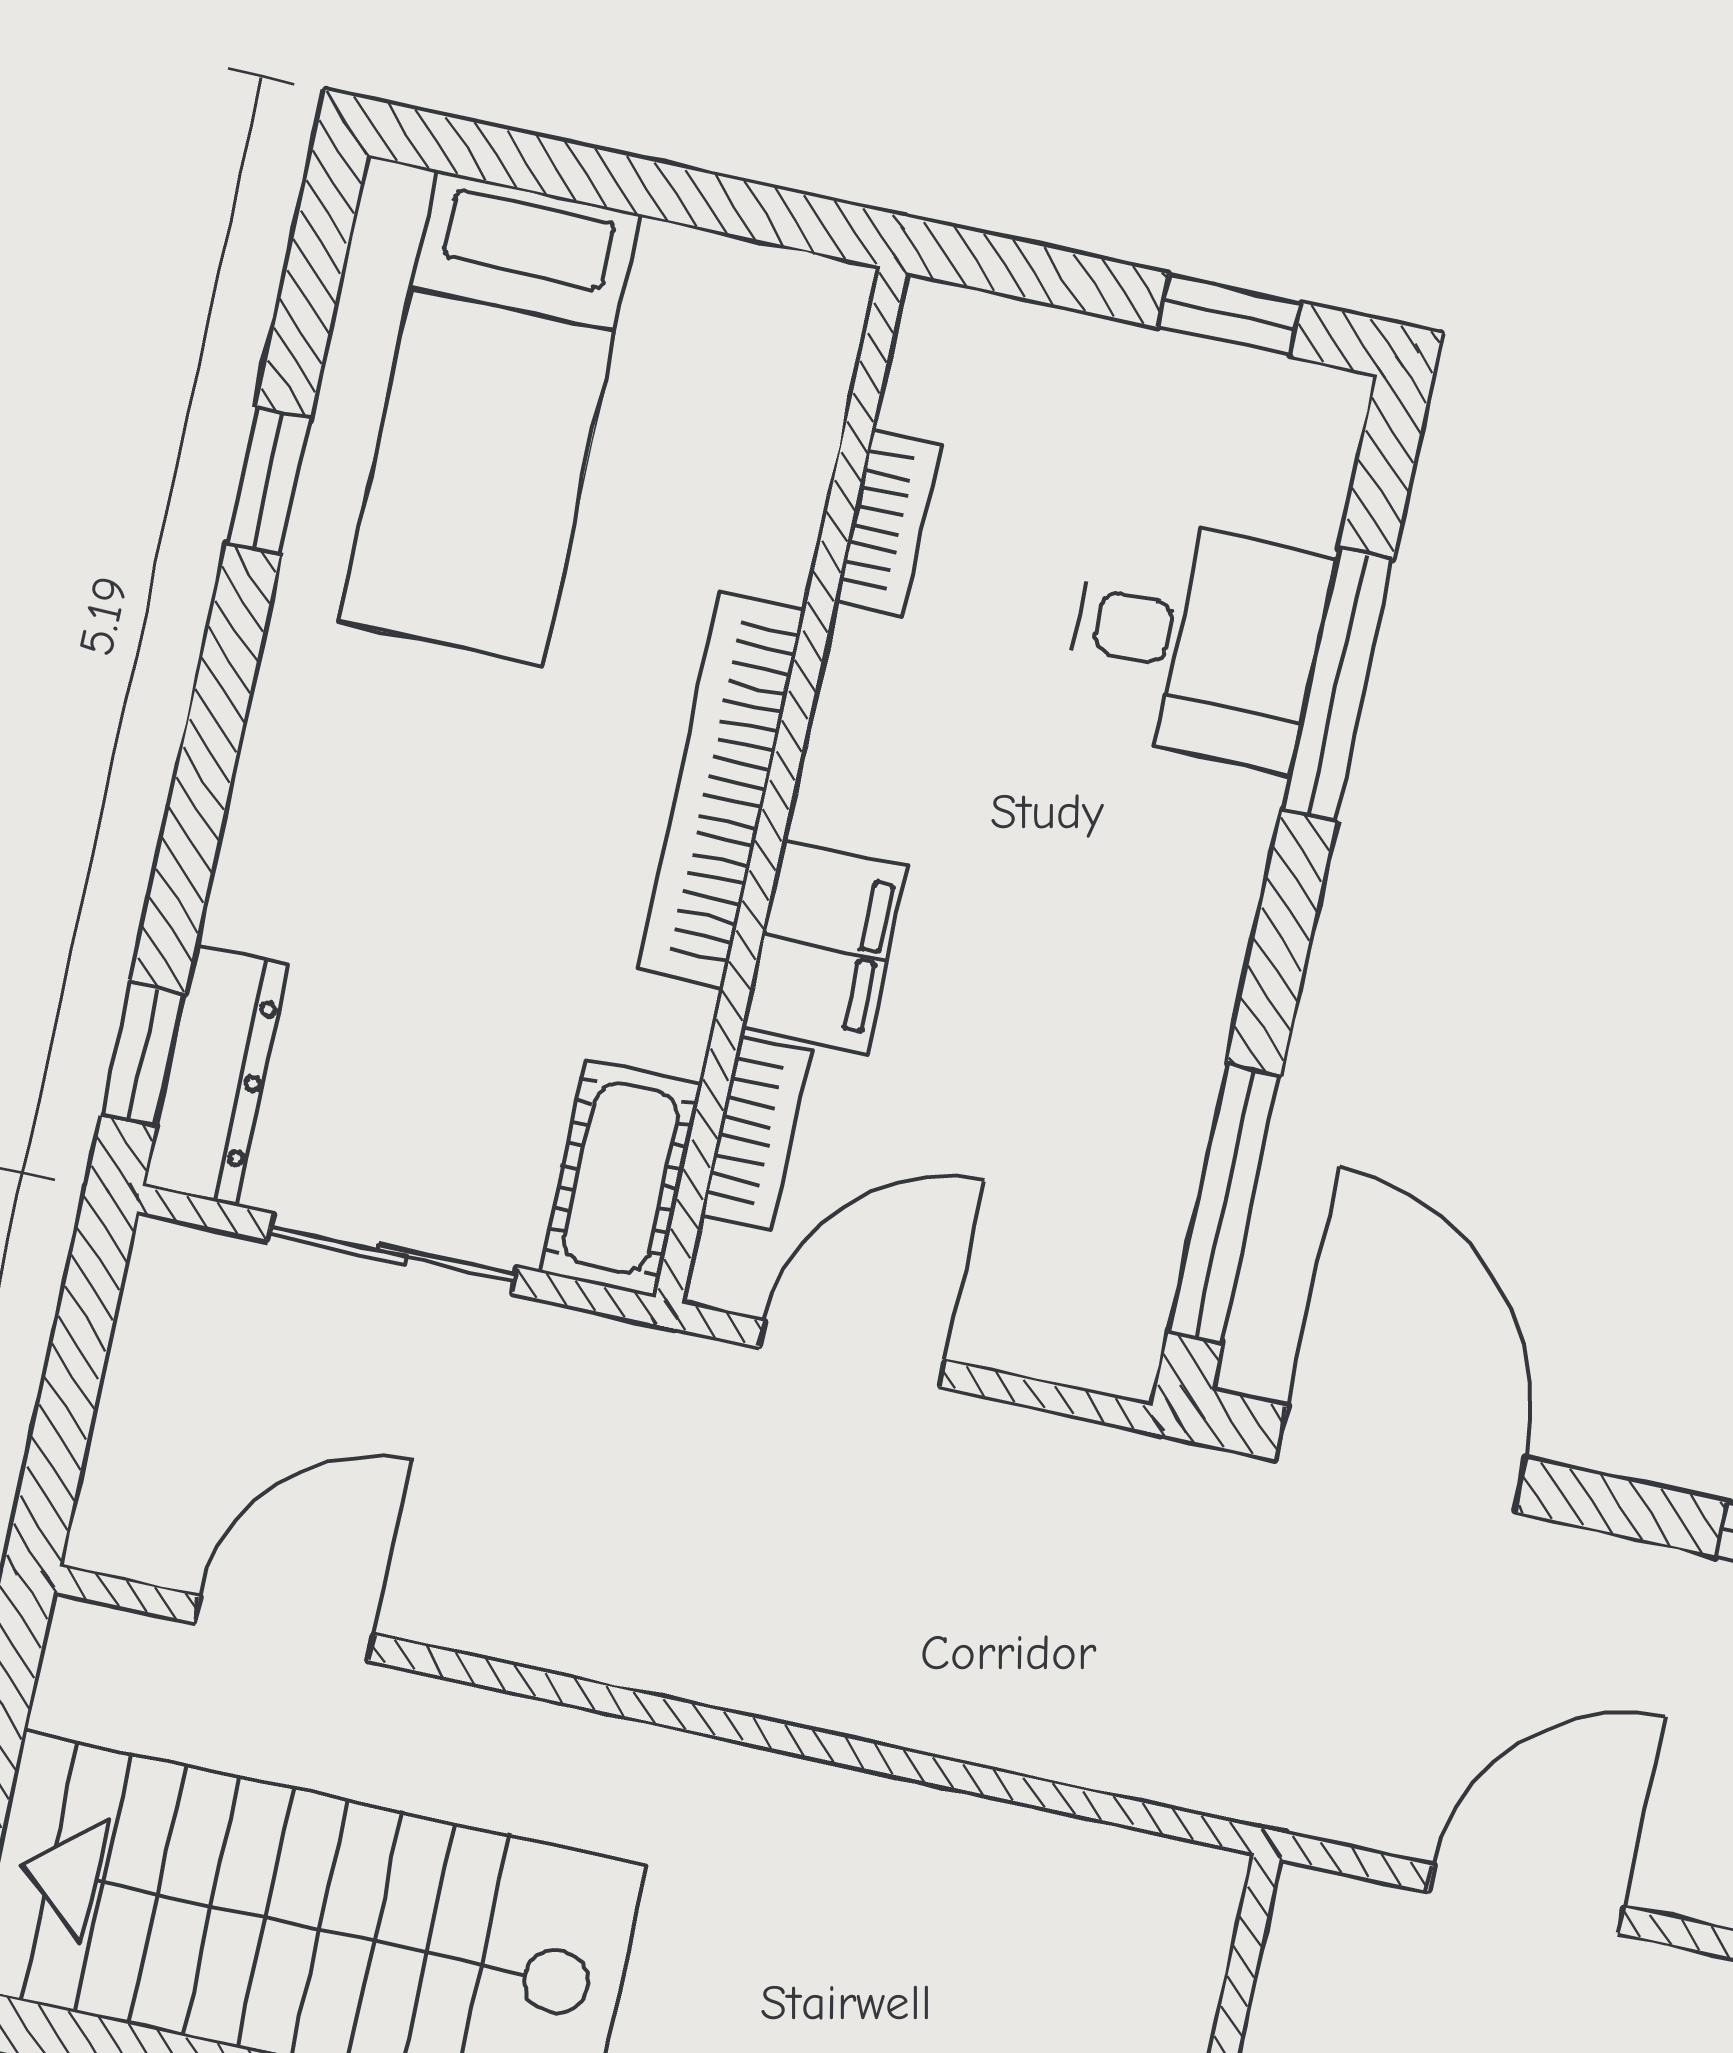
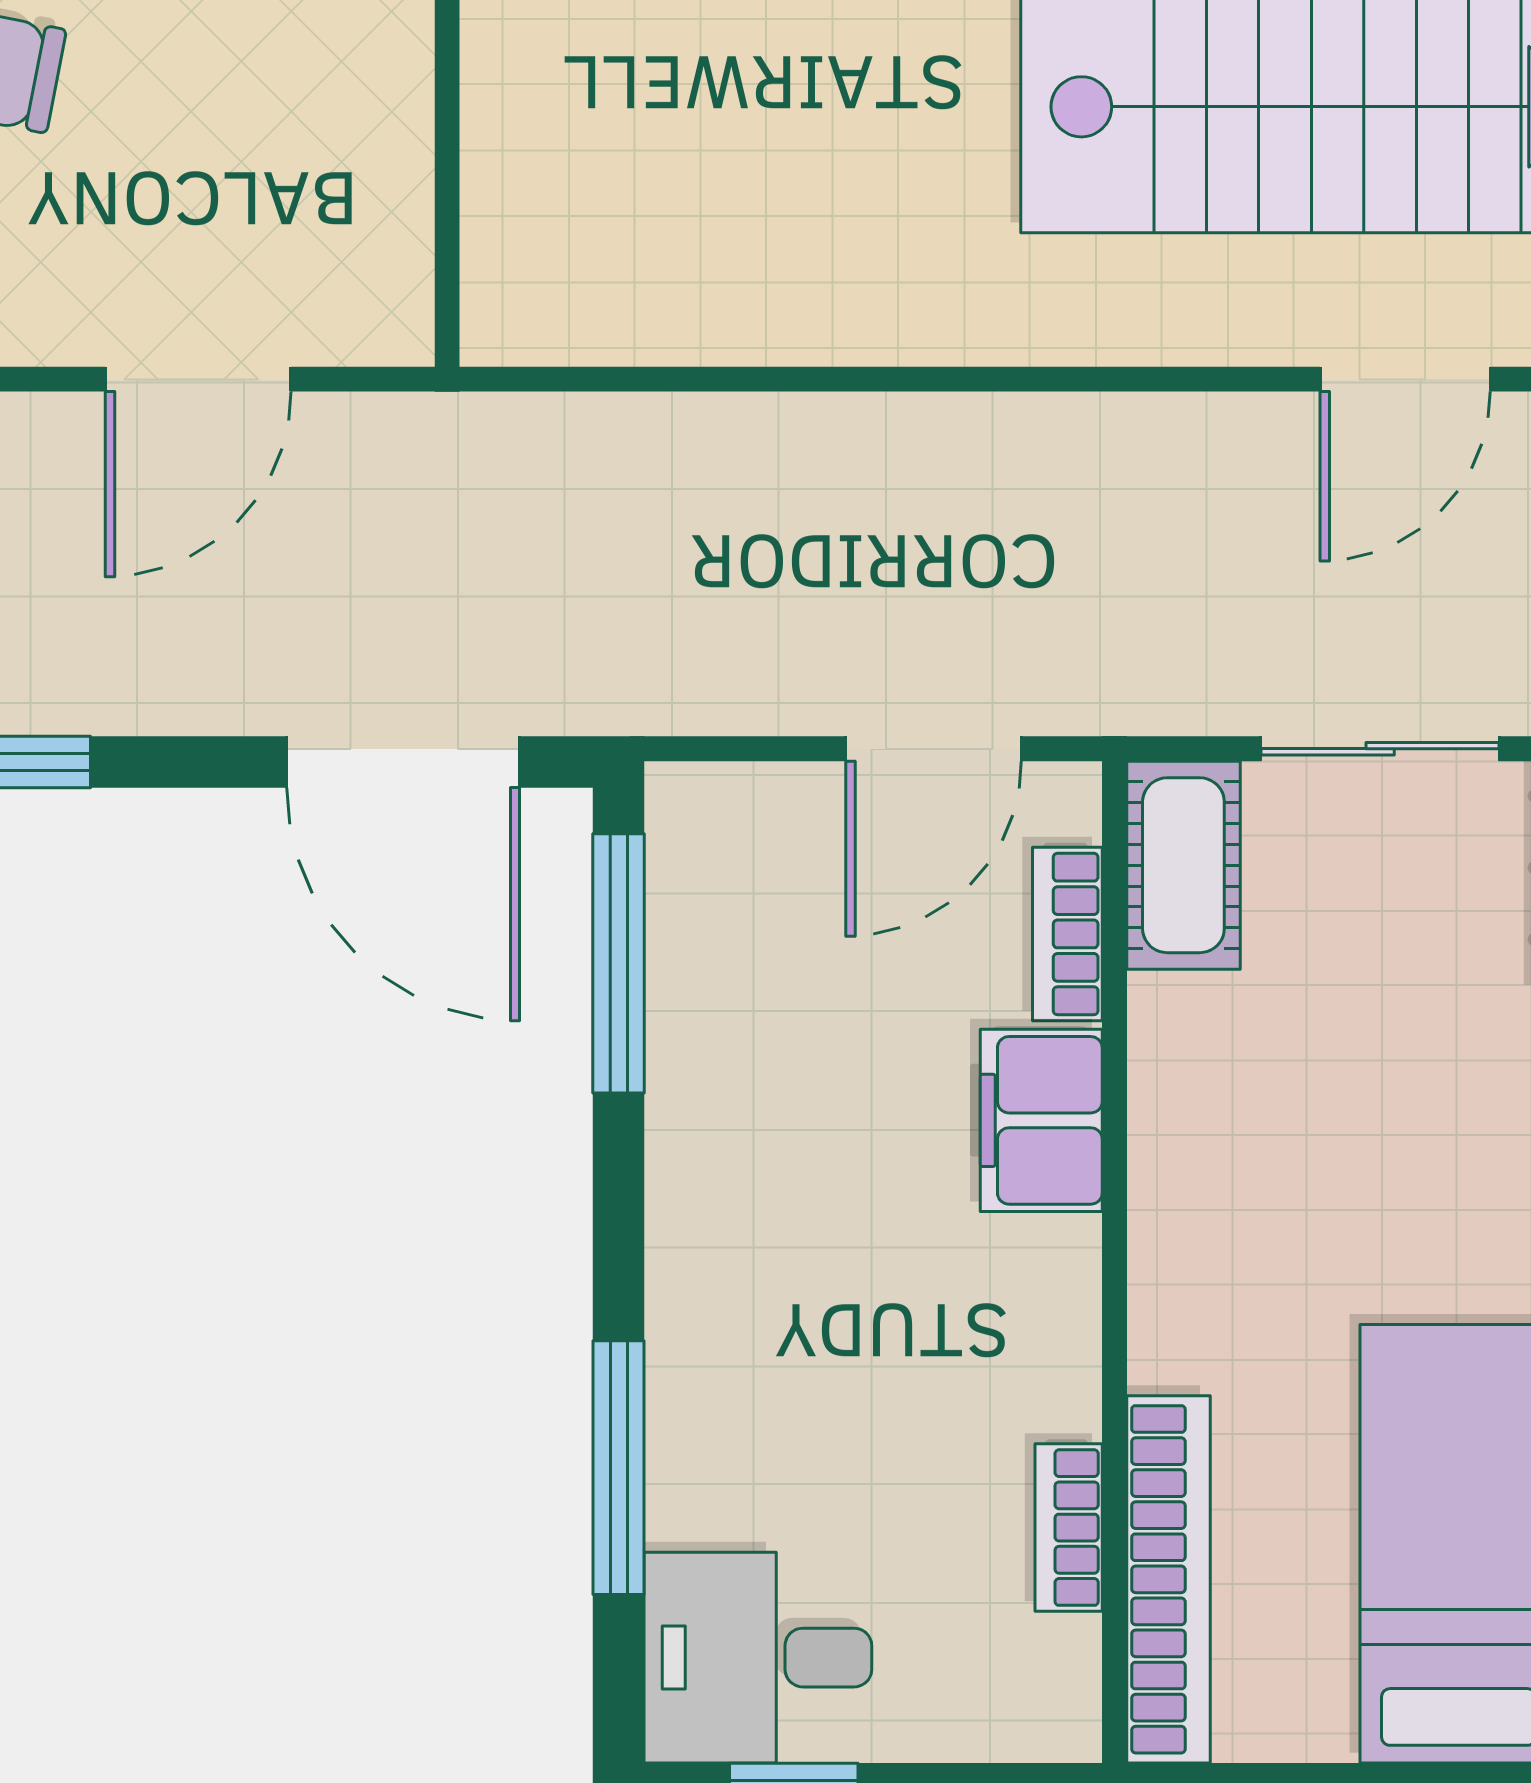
desk: (1197, 641) -> (758, 1658), moved
bookcase: (722, 790) -> (1168, 1579), moved

